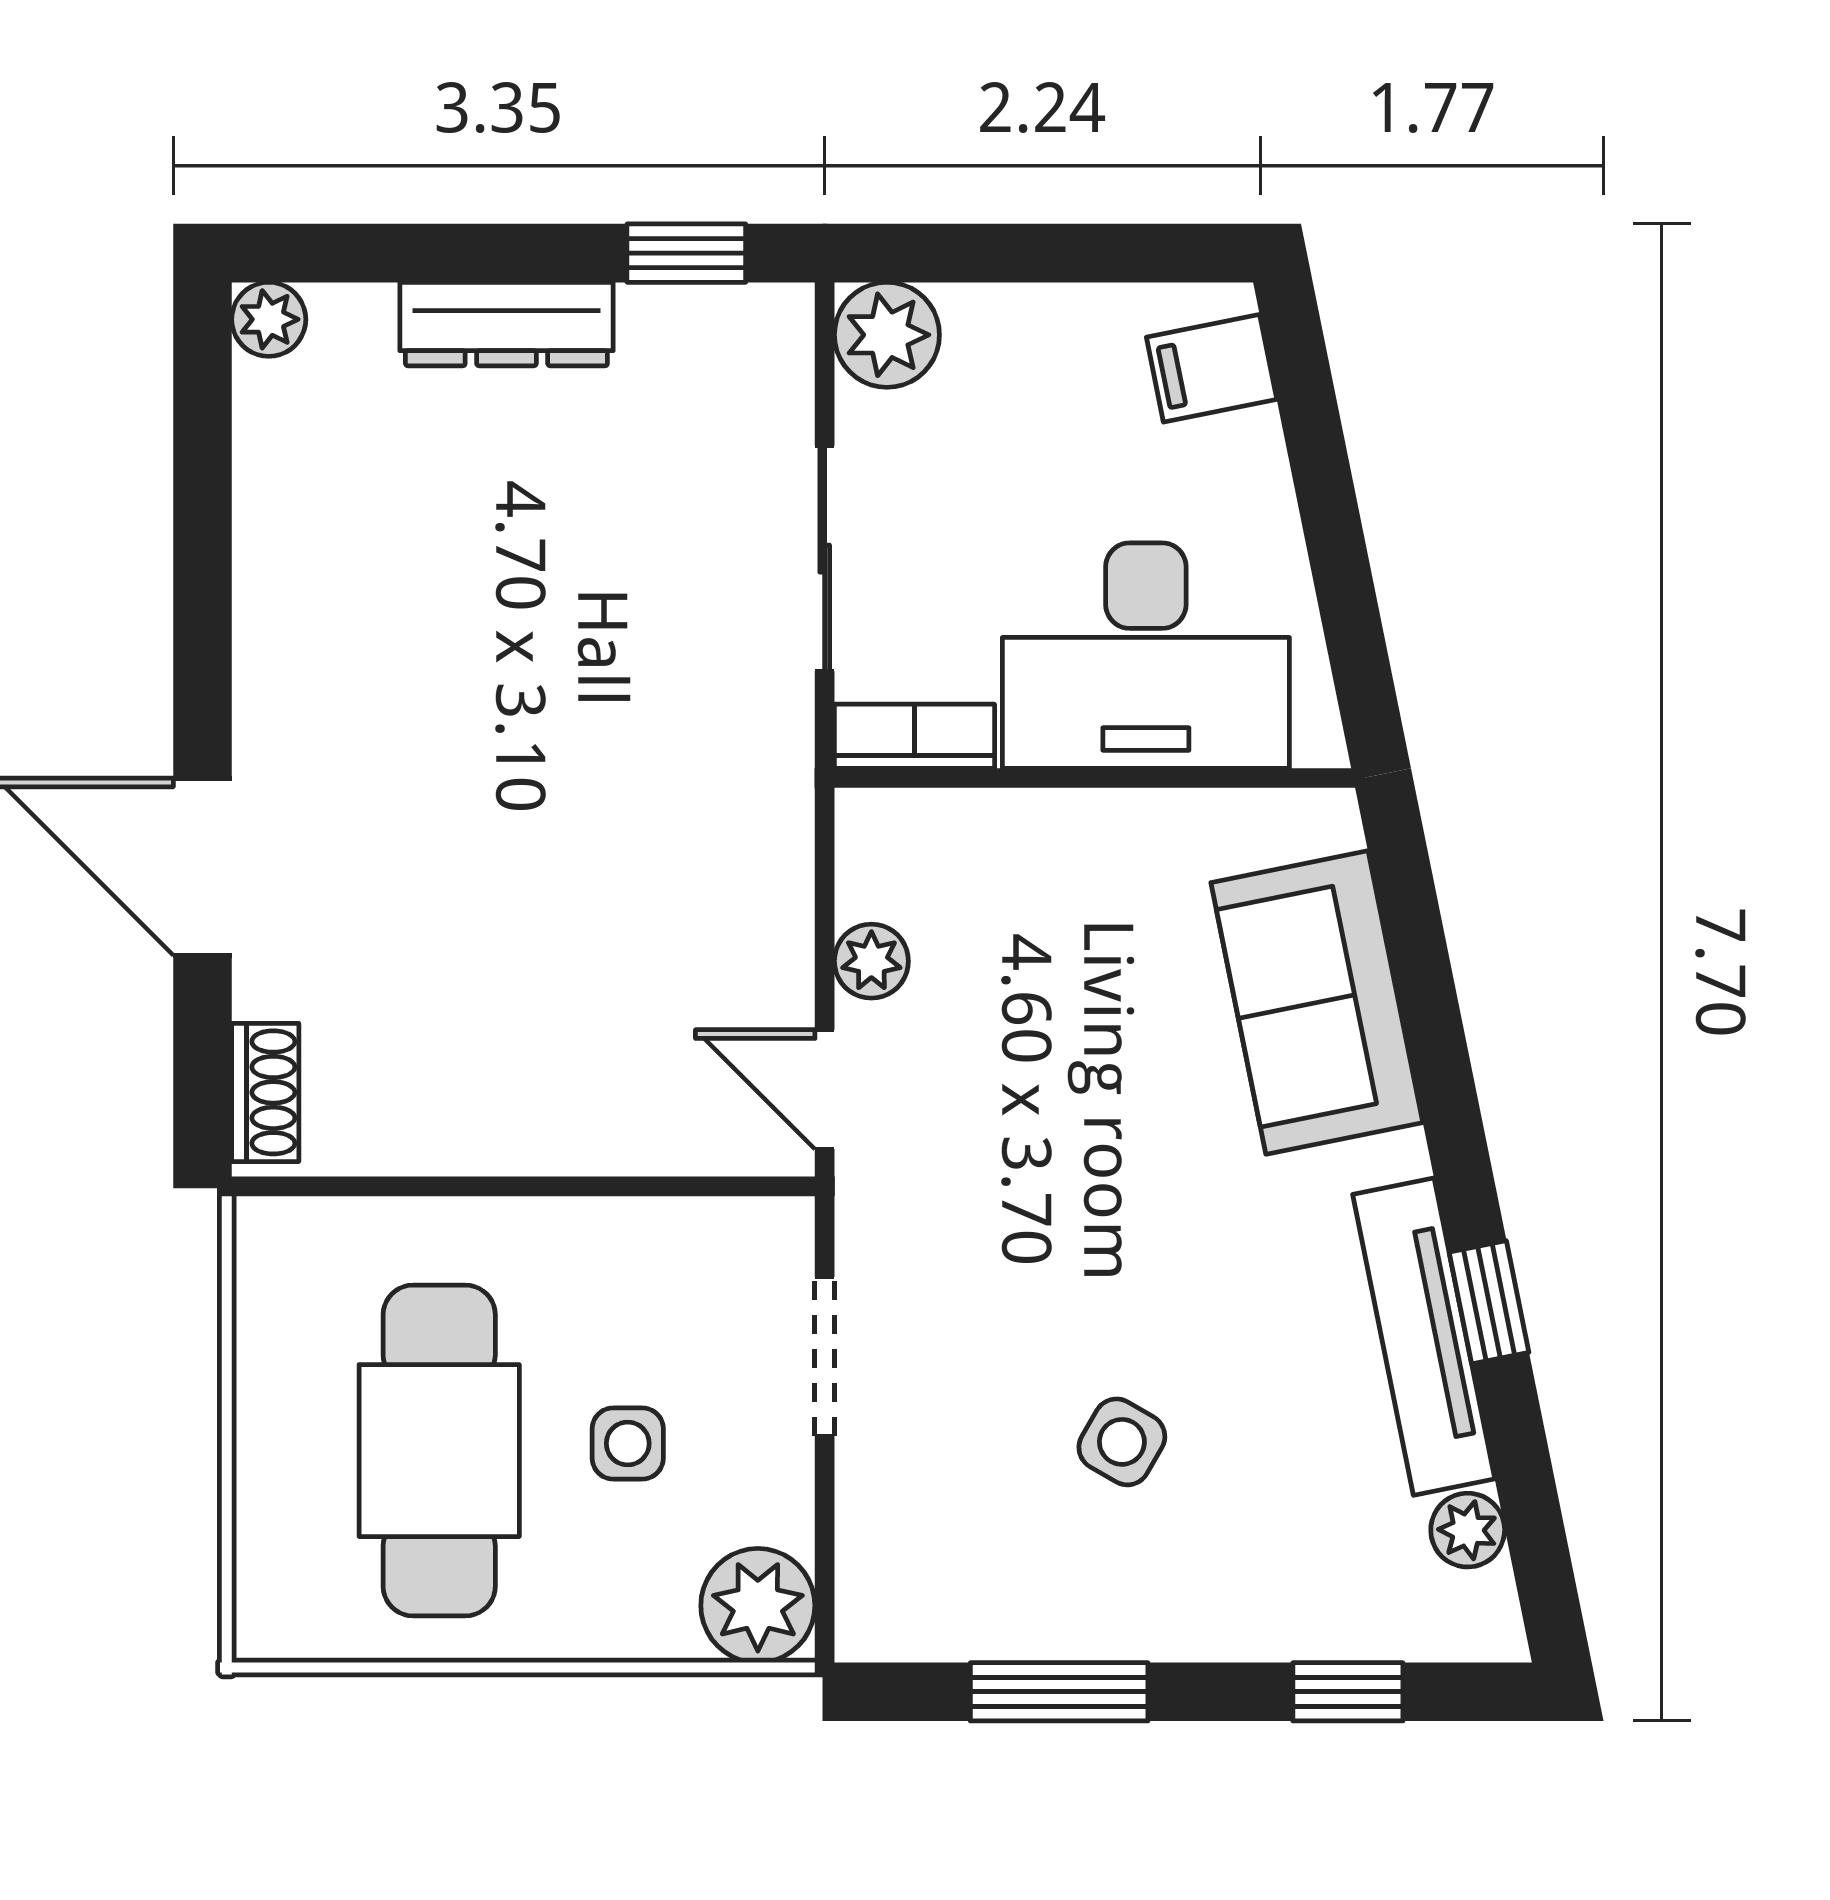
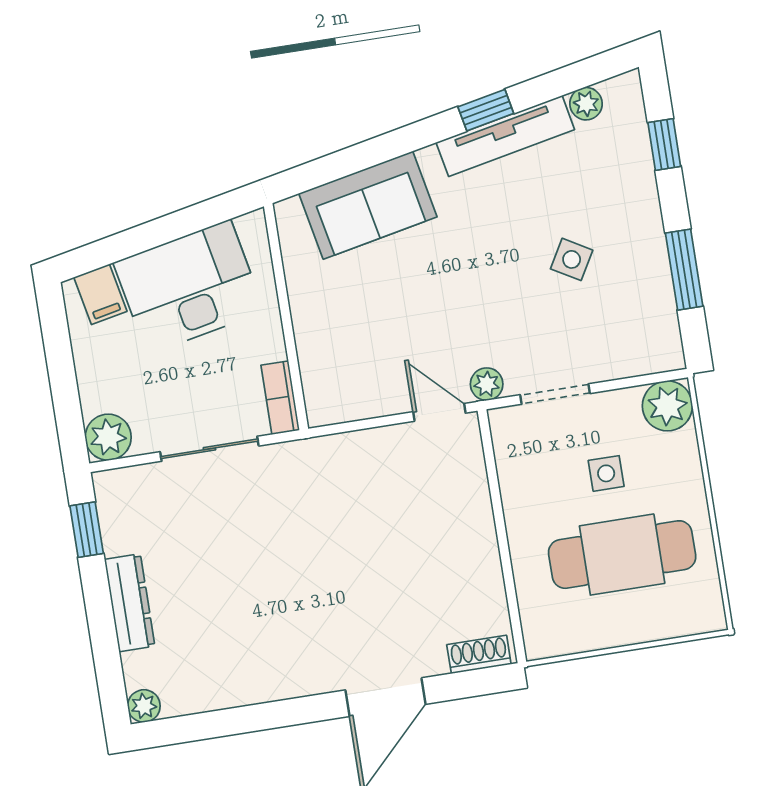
desk: (1146, 656) -> (189, 287), moved, turned -101
plant: (871, 961) -> (487, 384), moved
door: (825, 1089) -> (439, 412), swing flipped

